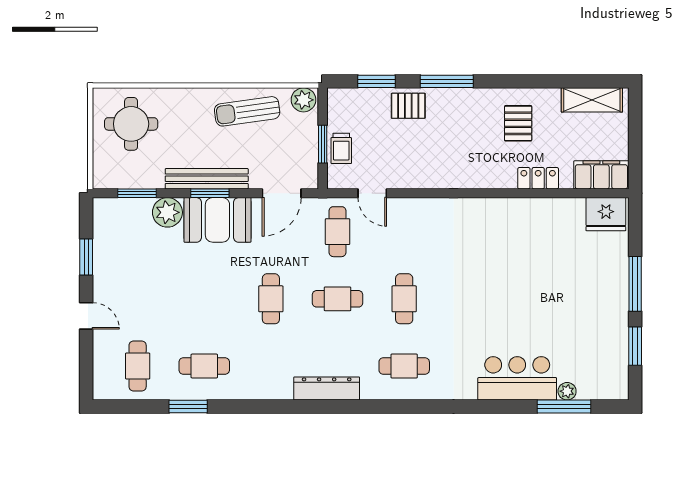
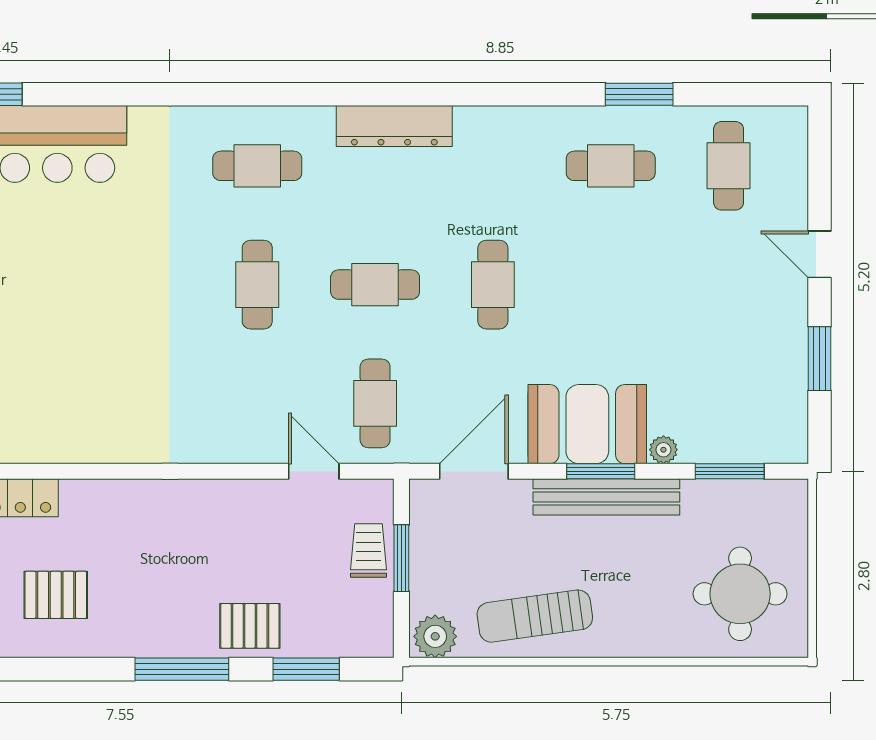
sun lounger: (247, 111) -> (535, 616), turned 180
pallet: (518, 123) -> (56, 595), turned 90
plant: (167, 212) -> (663, 450), width x0.53, depth x0.53

